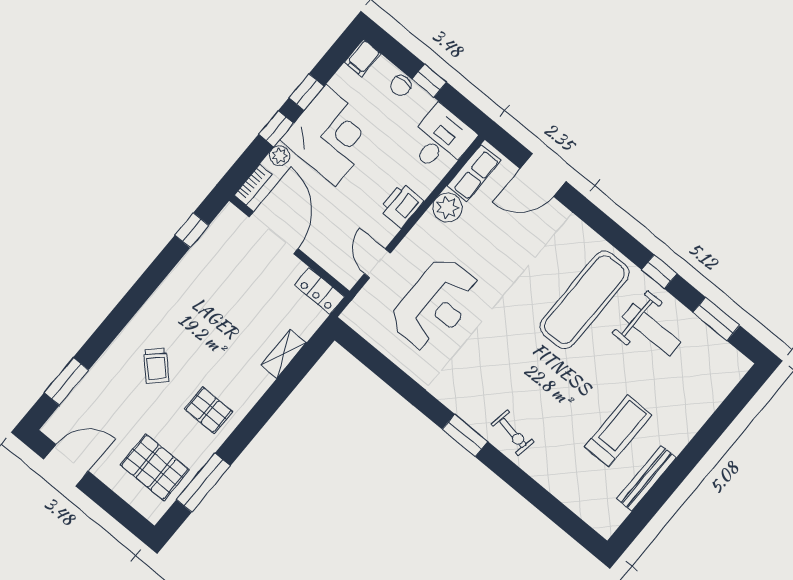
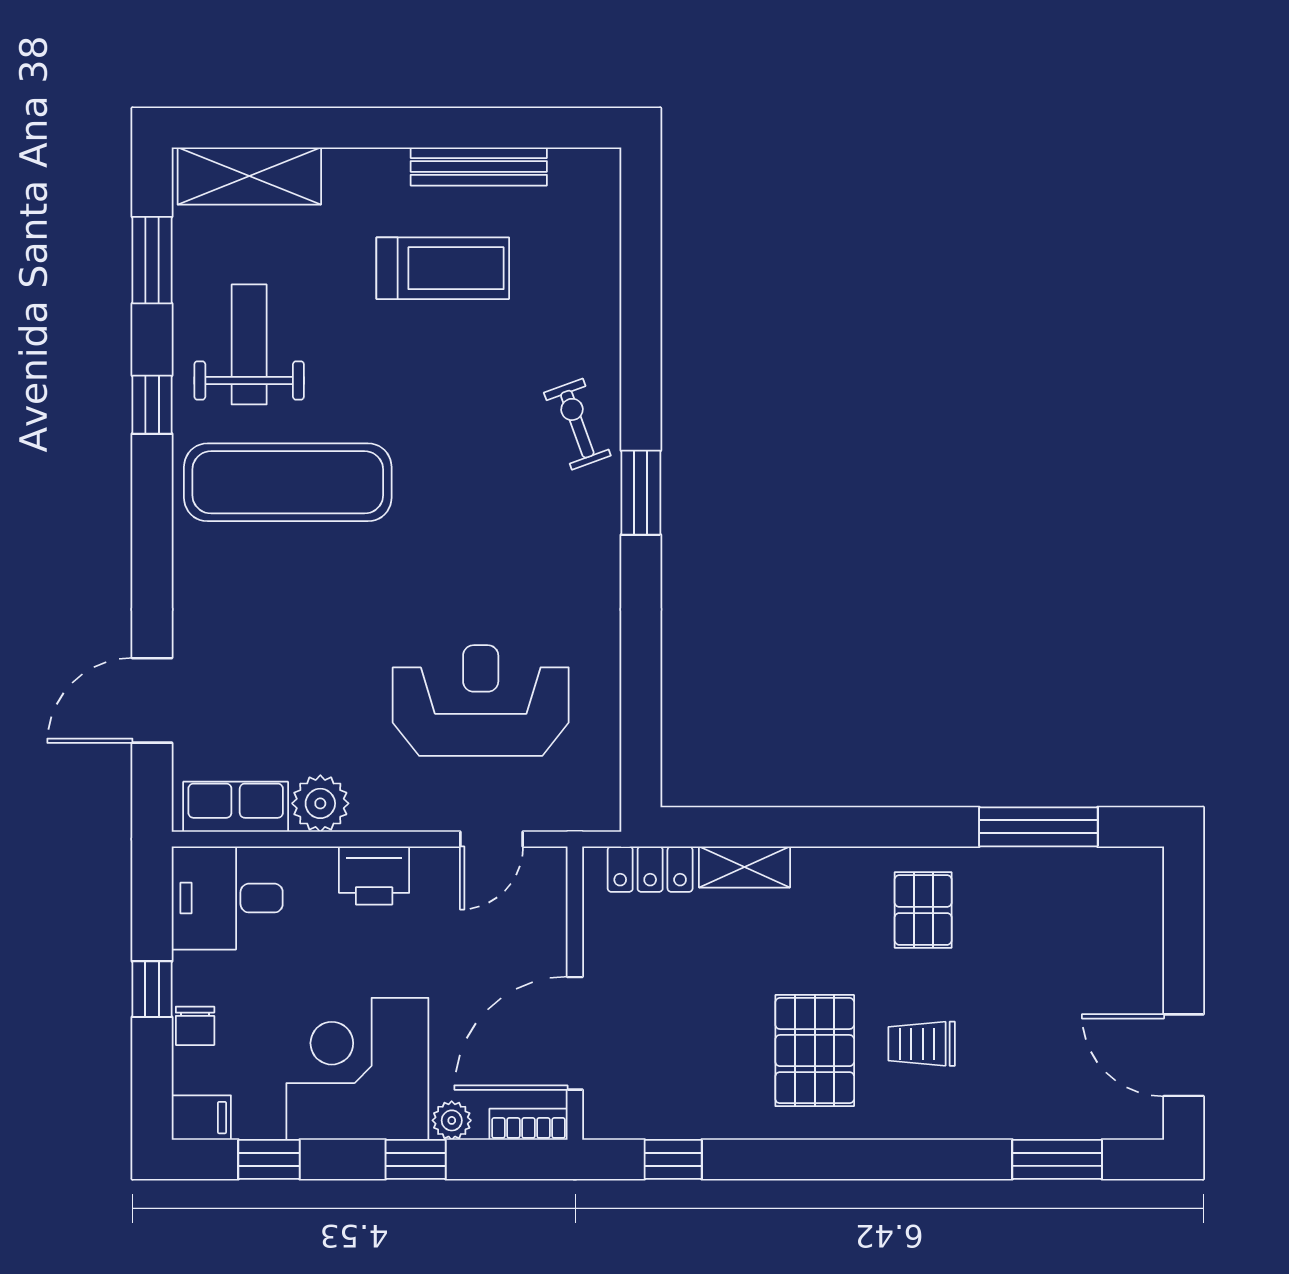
chair: (401, 86) -> (195, 1026), turned 90
window: (307, 92) -> (269, 1159), moved
door: (543, 175) -> (152, 700), swing flipped
locker: (320, 291) -> (650, 869), moved, turned 90
trolley: (156, 366) -> (922, 1044), turned -135
shelving: (718, 385) -> (249, 176), added
treadmill: (618, 431) -> (443, 268), turned 180
exercise bike: (513, 433) -> (577, 424), turned -30
pallet: (155, 467) -> (815, 1051), moved

